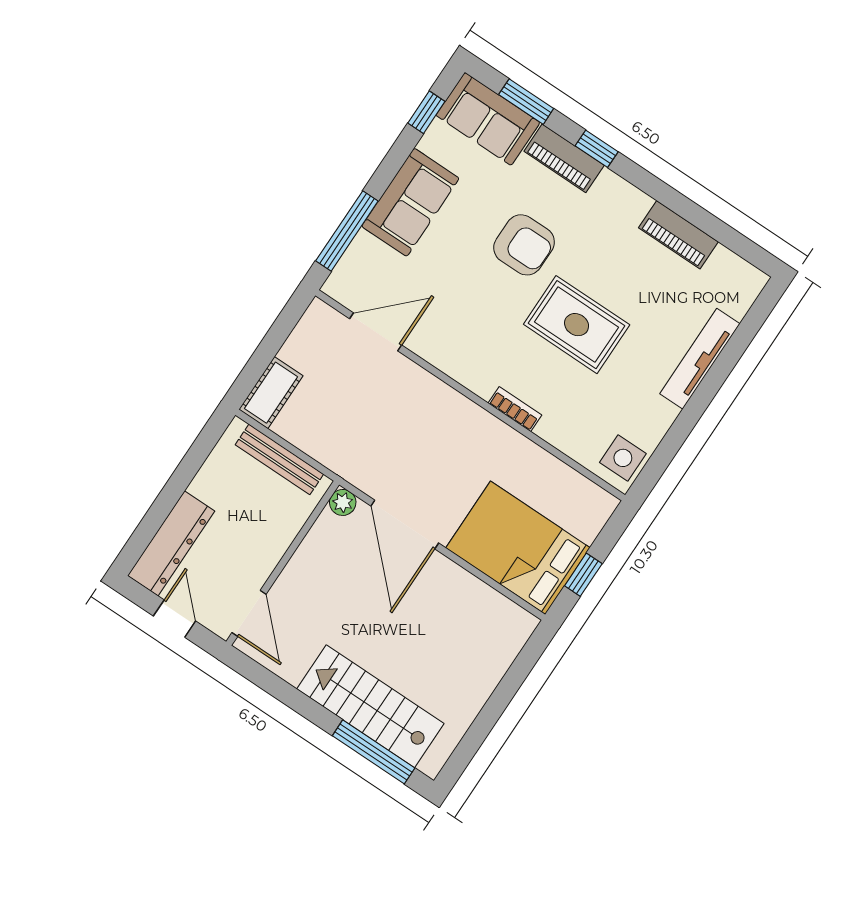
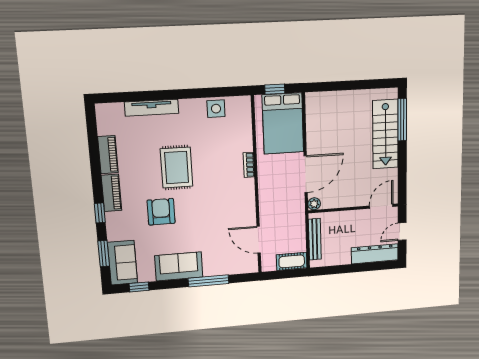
piano: (564, 158) -> (111, 193), moved
door: (376, 332) -> (259, 240), moved
wall: (470, 395) -> (256, 186), moved
bookcase: (515, 409) -> (249, 165), moved

